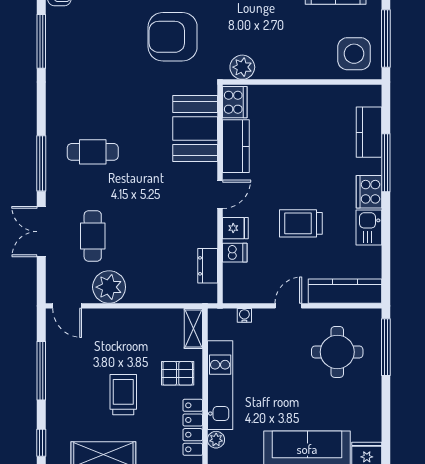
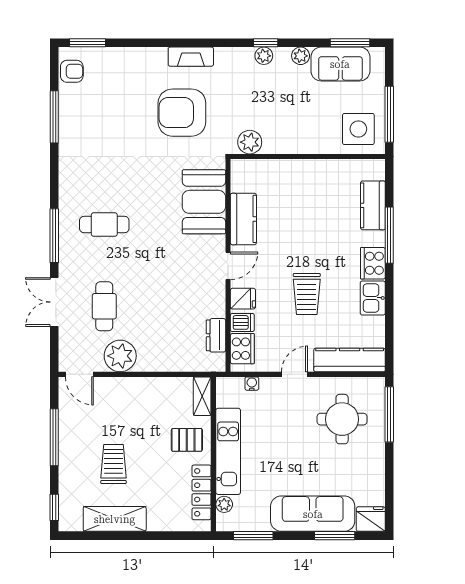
cooker: (235, 102) -> (242, 349), moved
trolley: (301, 223) -> (307, 294), turned -90
trolley: (123, 395) -> (114, 464), moved

